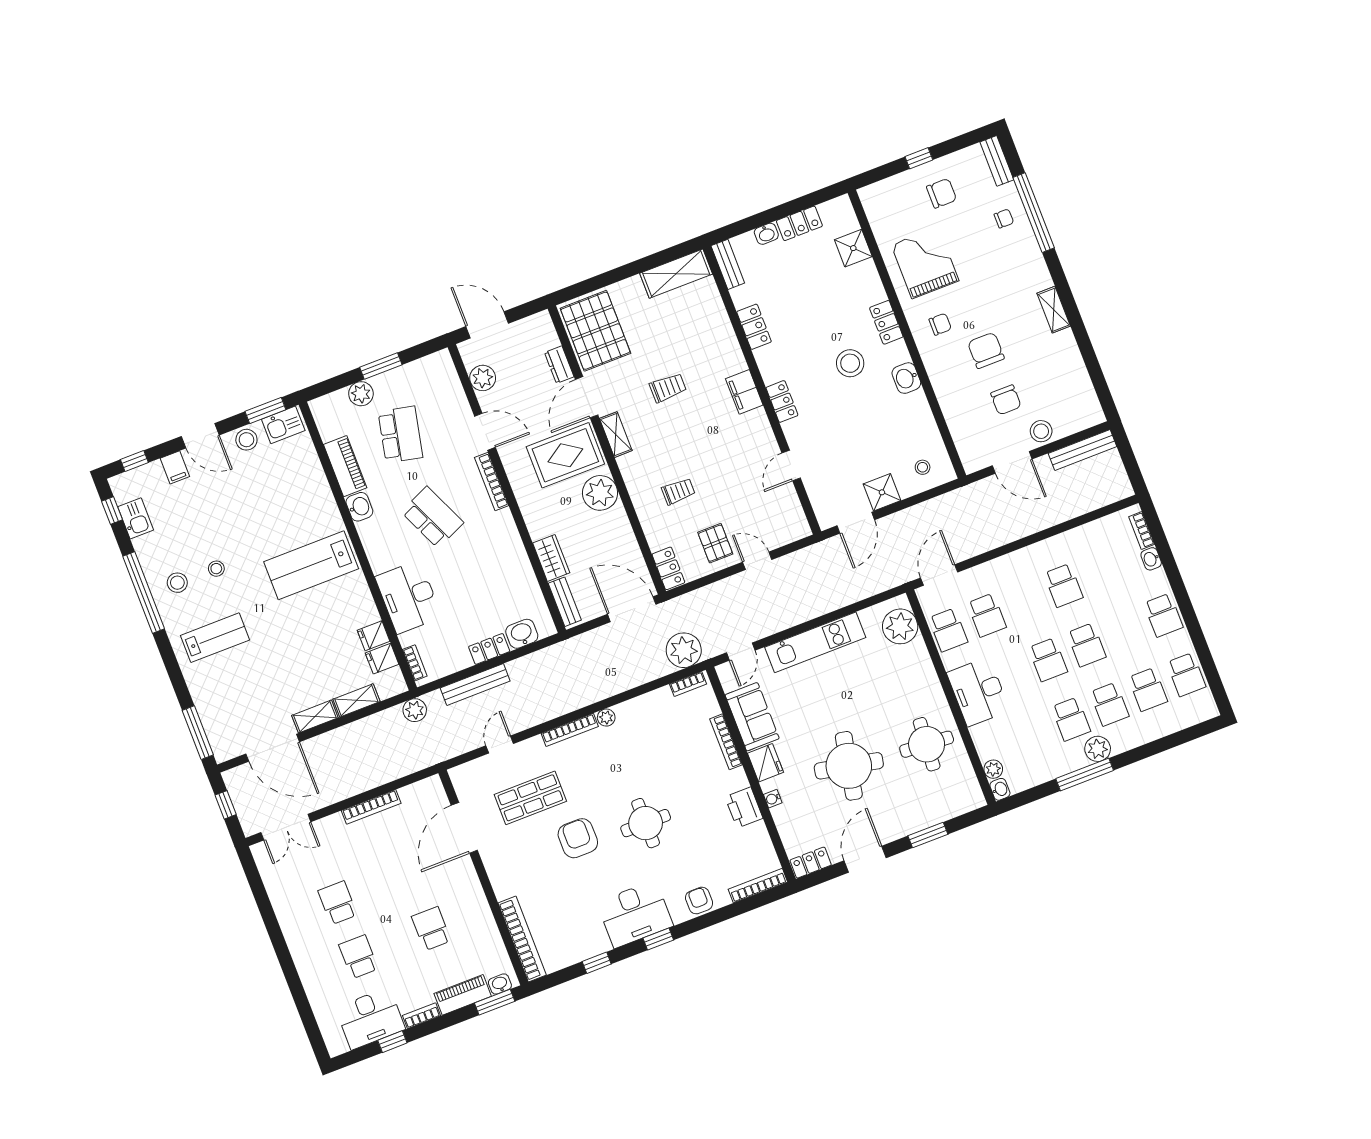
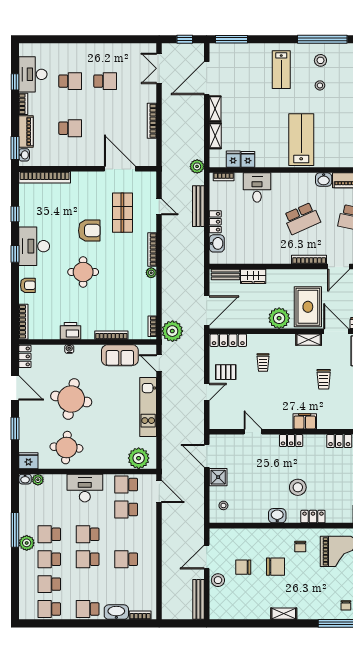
washbasin: (1151, 559) -> (116, 612), width x1.91, depth x1.45
locker: (668, 568) -> (228, 340), width x1.53
desk: (408, 597) -> (257, 188), width x0.73
fridge: (765, 763) -> (28, 461), moved, turned 180

